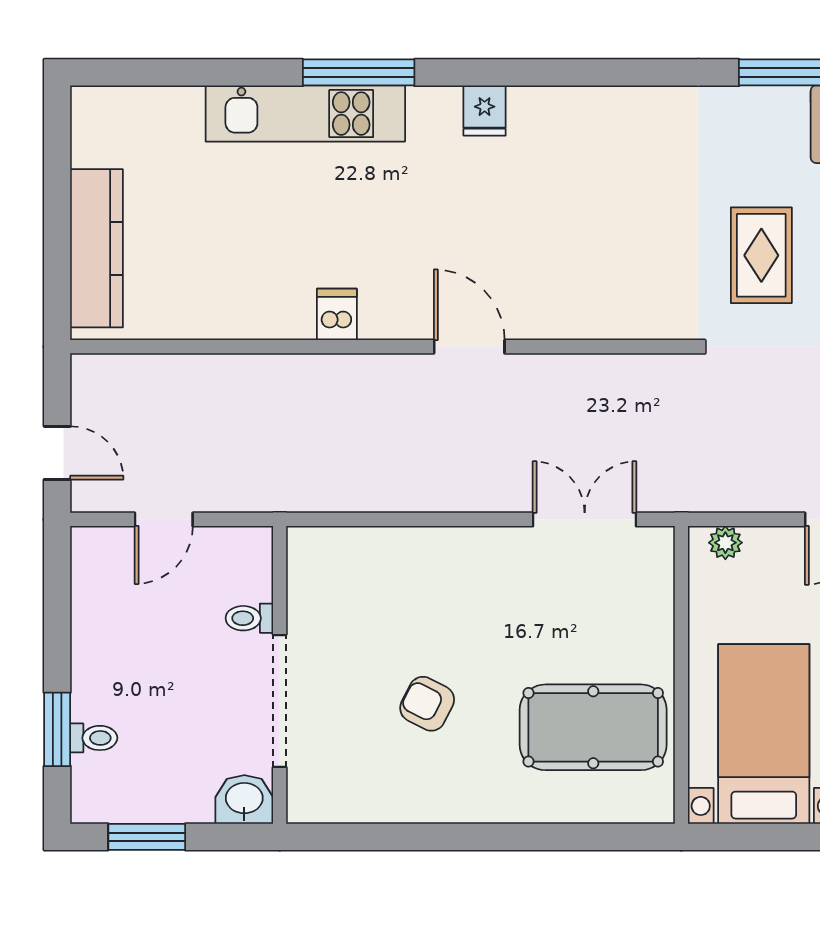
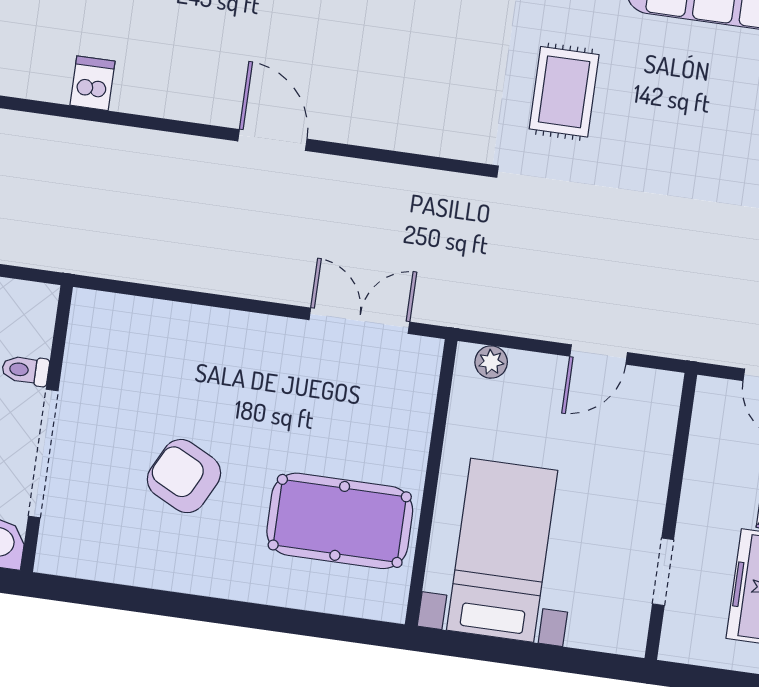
dishwasher: (337, 314) -> (92, 83), moved
armchair: (427, 704) -> (184, 476), width x1.38, depth x1.38

